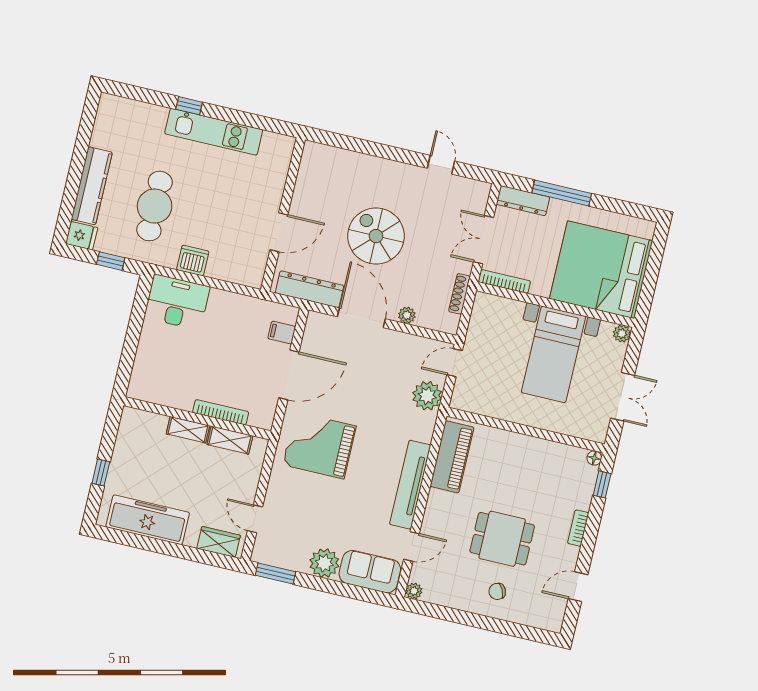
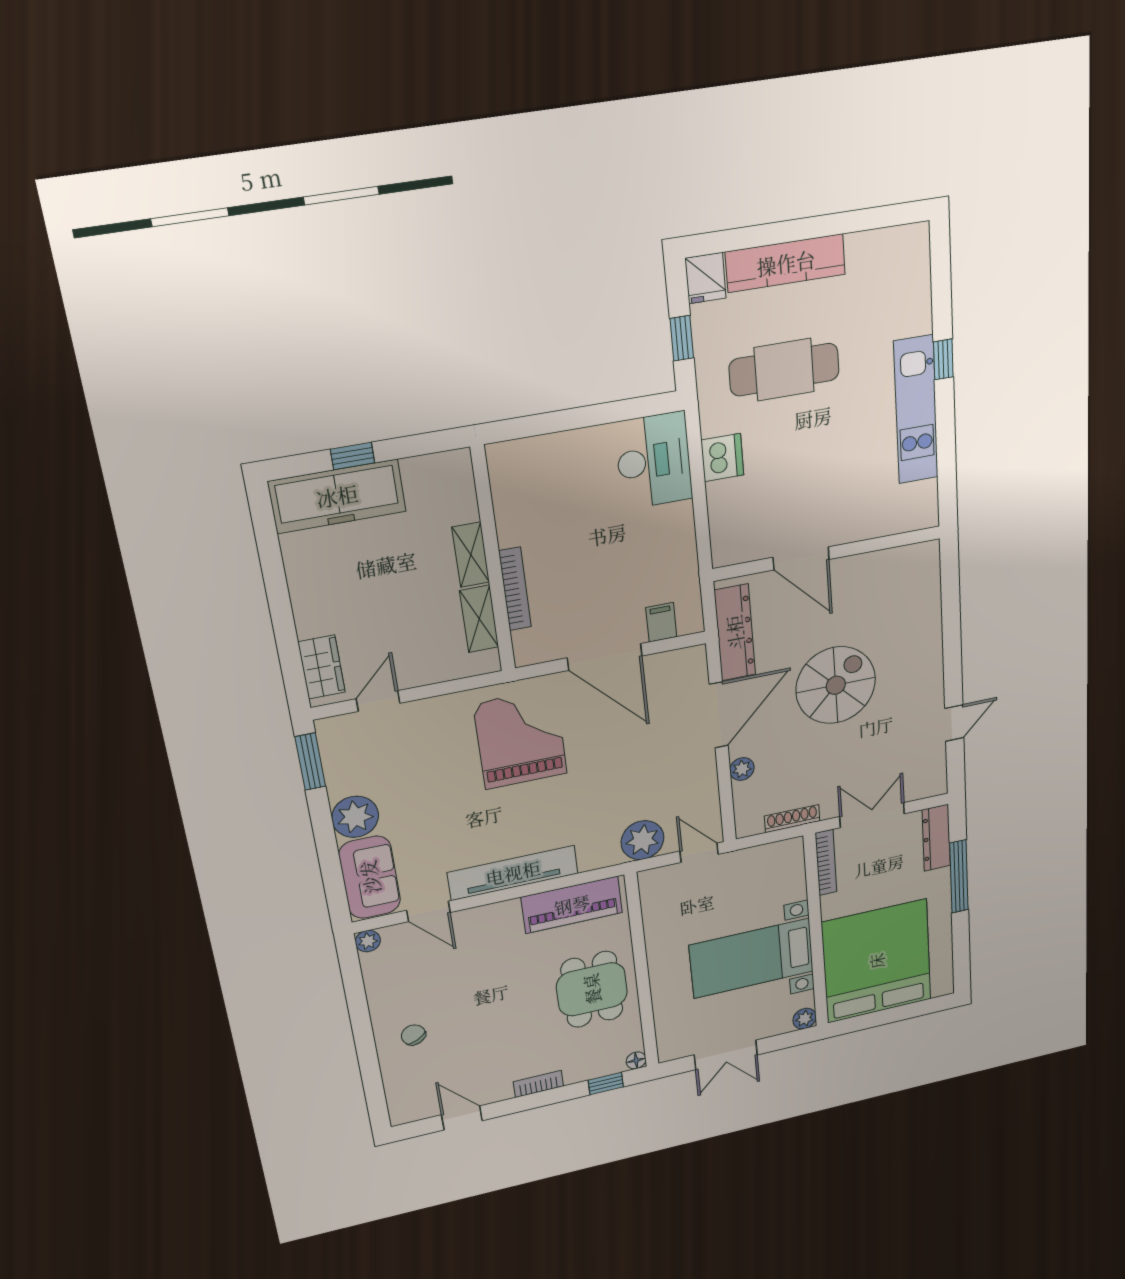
freezer: (148, 520) -> (337, 496), moved, turned 90
dining table: (502, 539) -> (592, 989), moved

